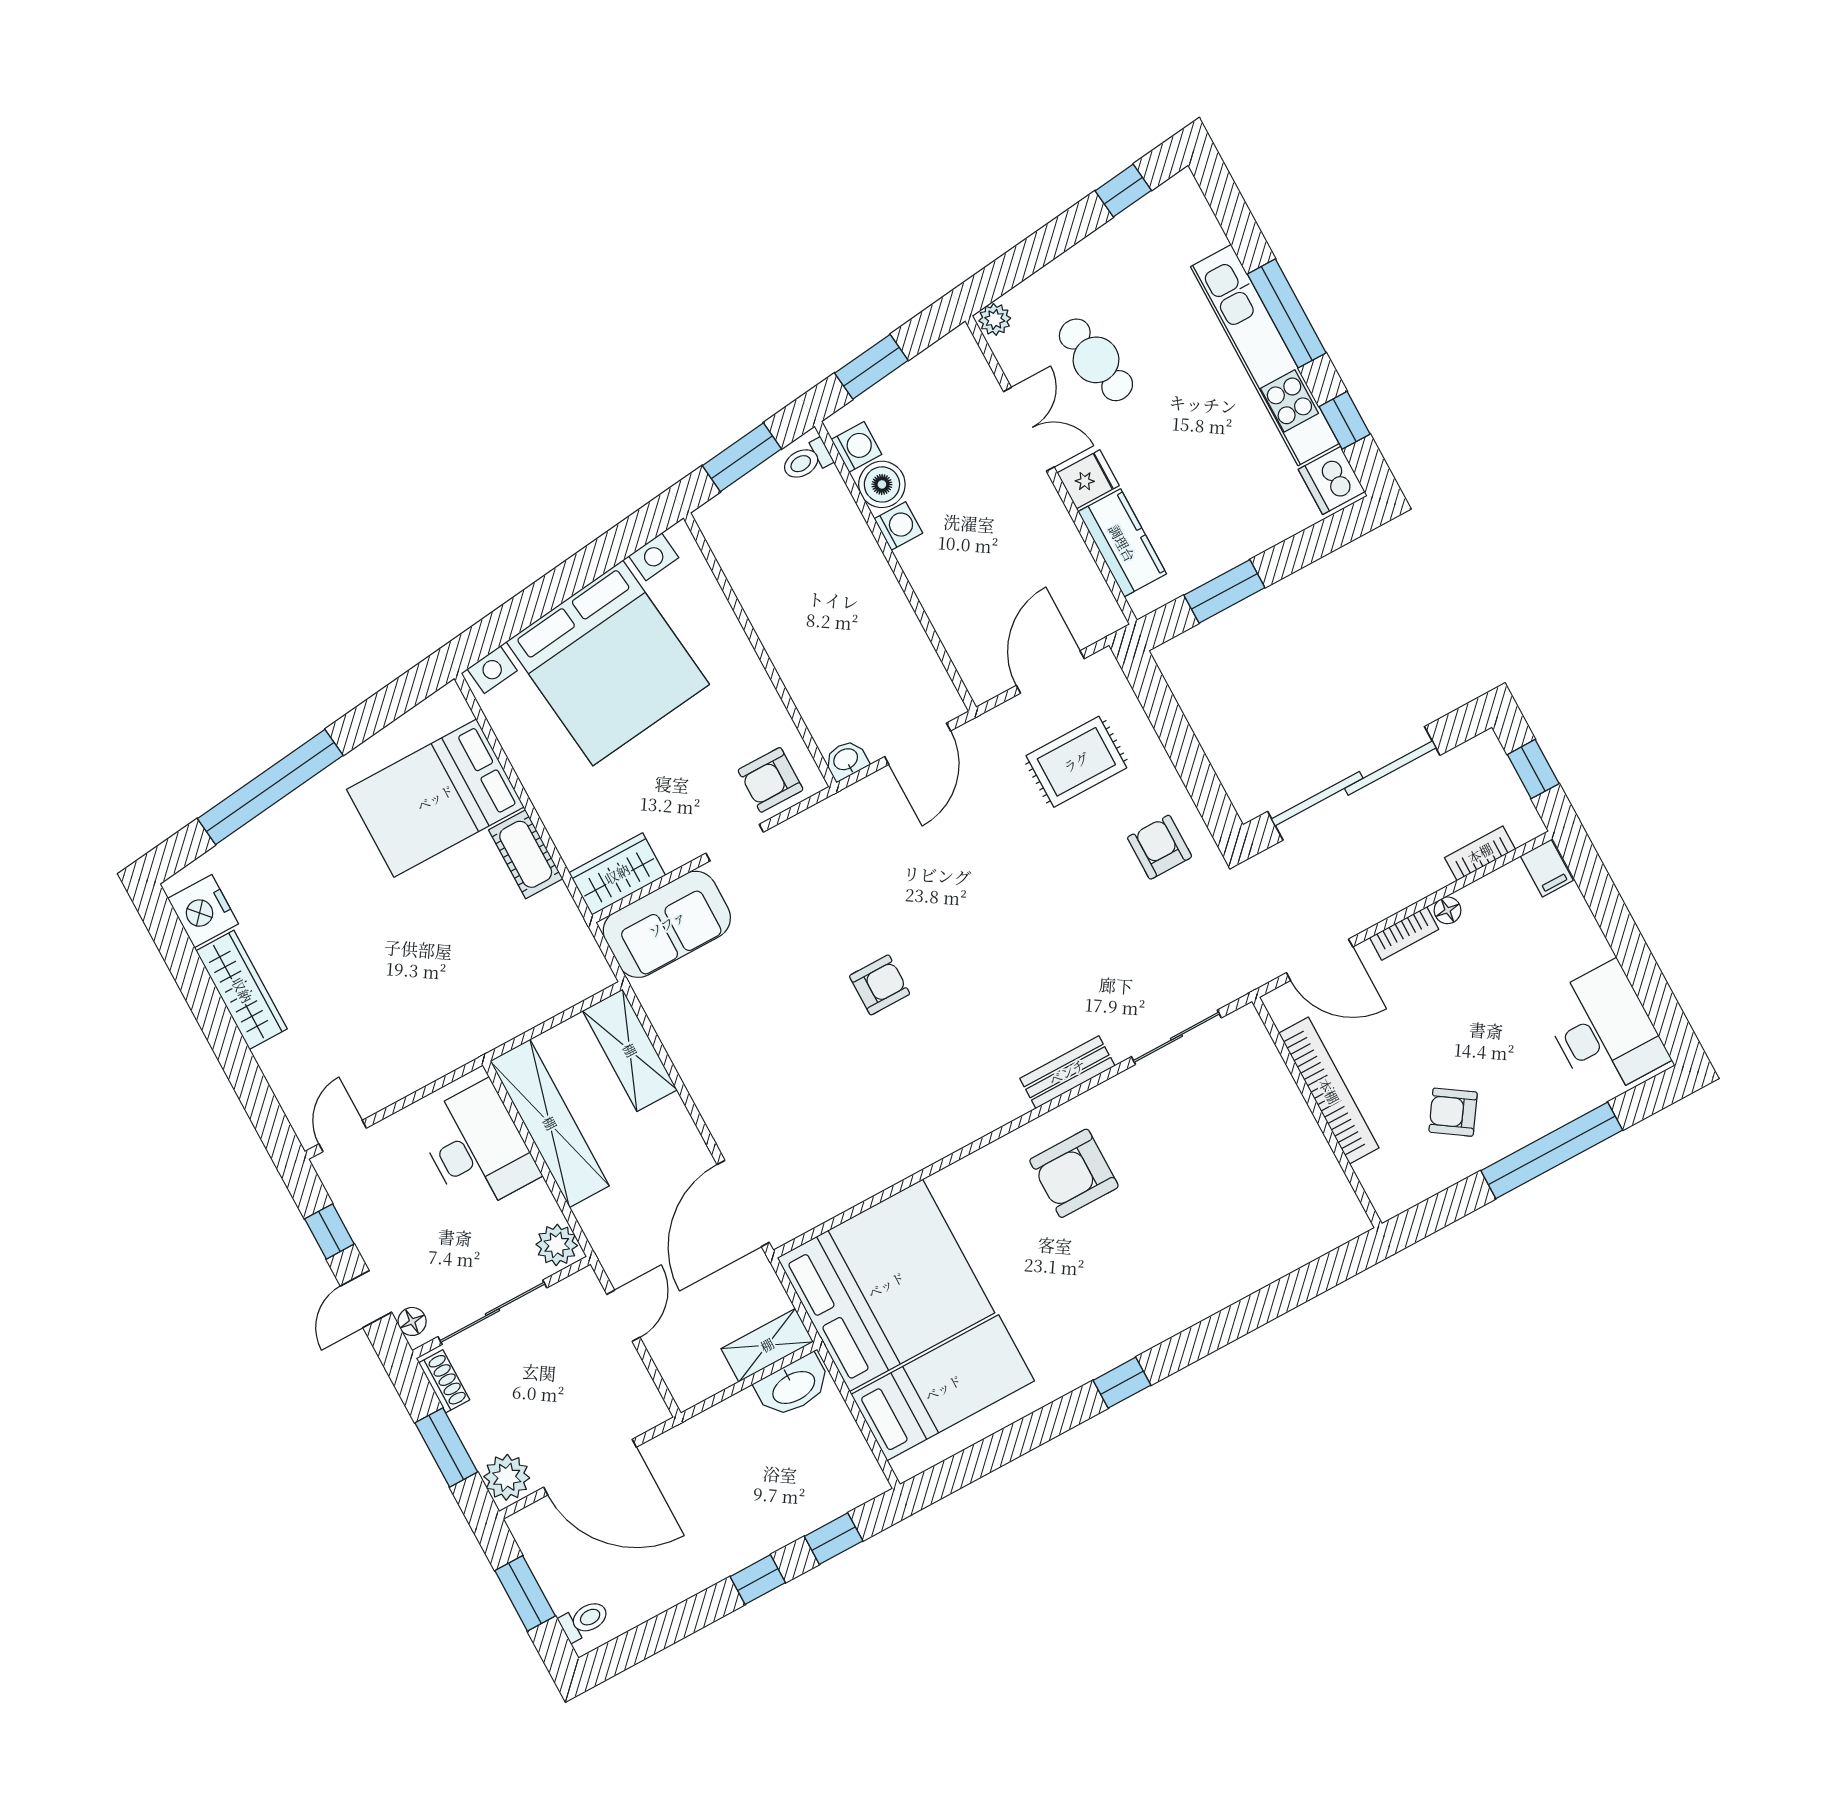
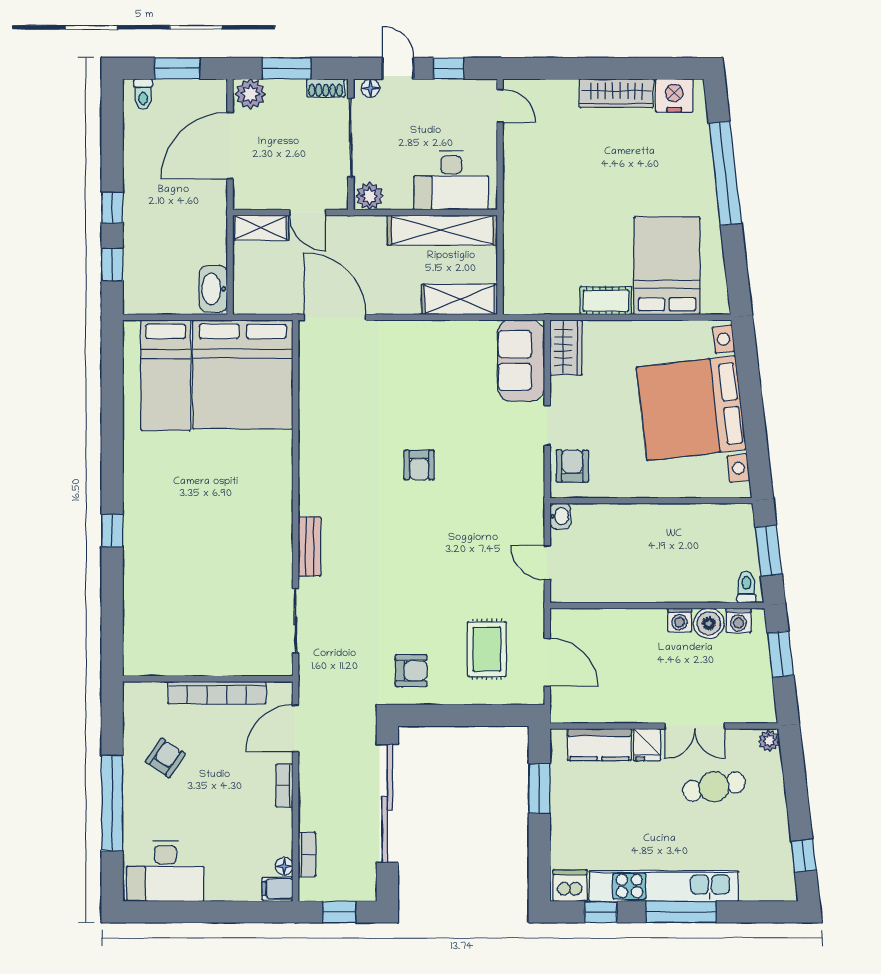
door: (918, 744) -> (547, 563), width x0.73
floor lamp: (1447, 910) -> (284, 866), moved
armchair: (1074, 1173) -> (249, 519), removed
shelving: (767, 1345) -> (261, 228), moved, turned 90
window: (1122, 1383) -> (112, 531), moved

